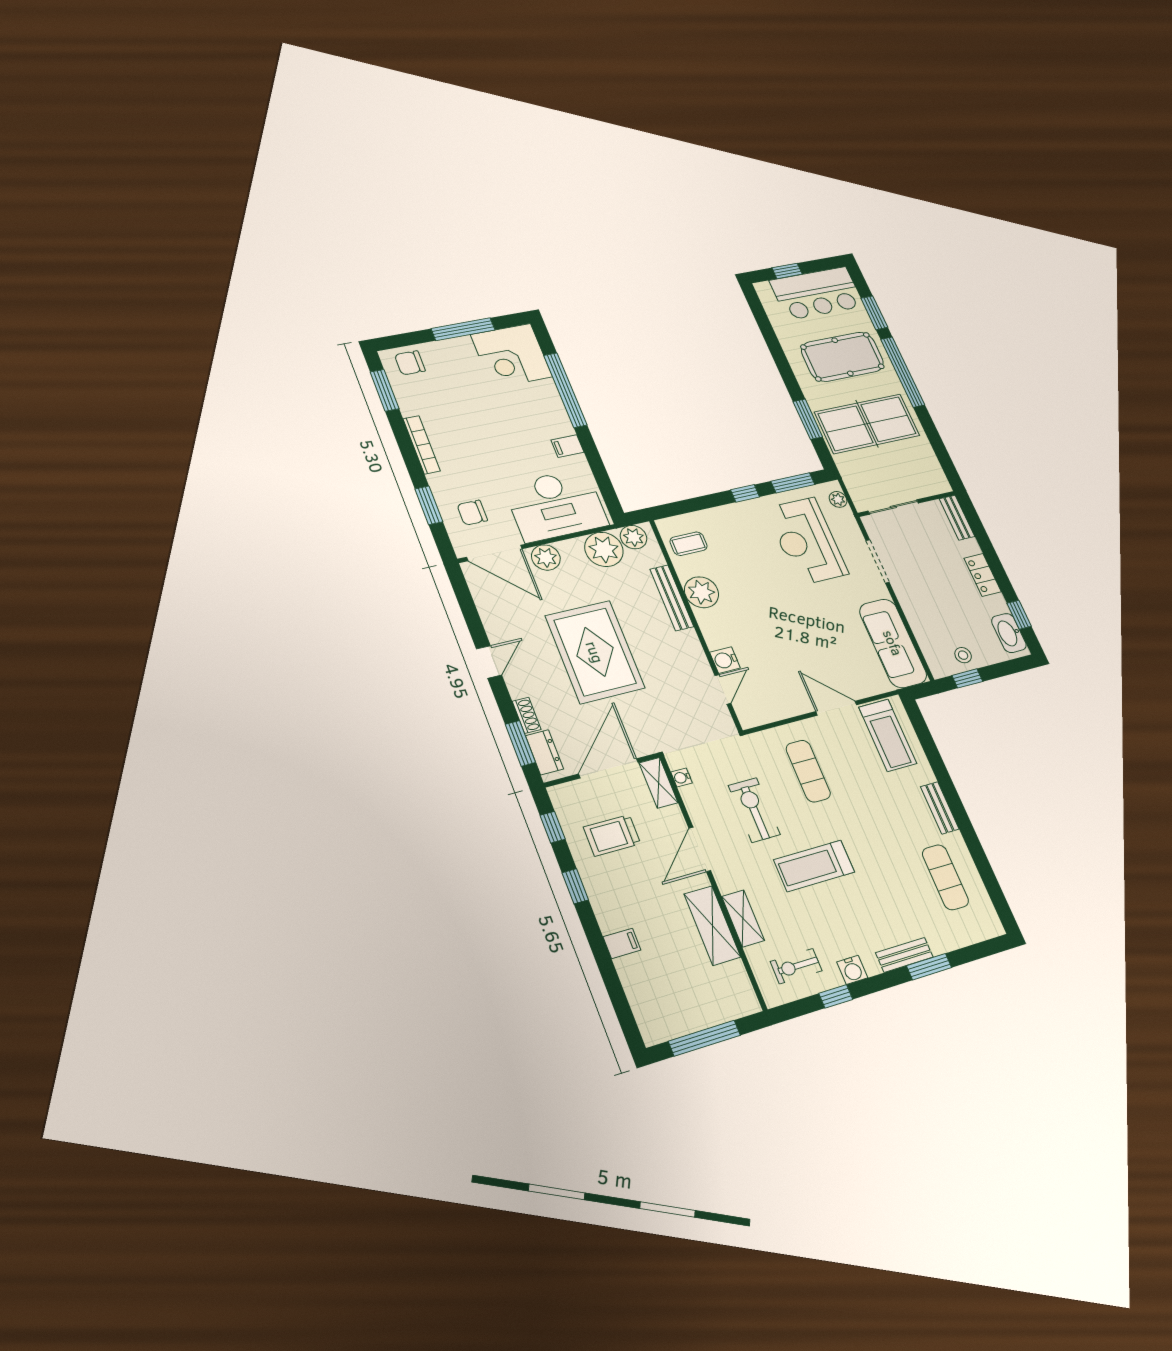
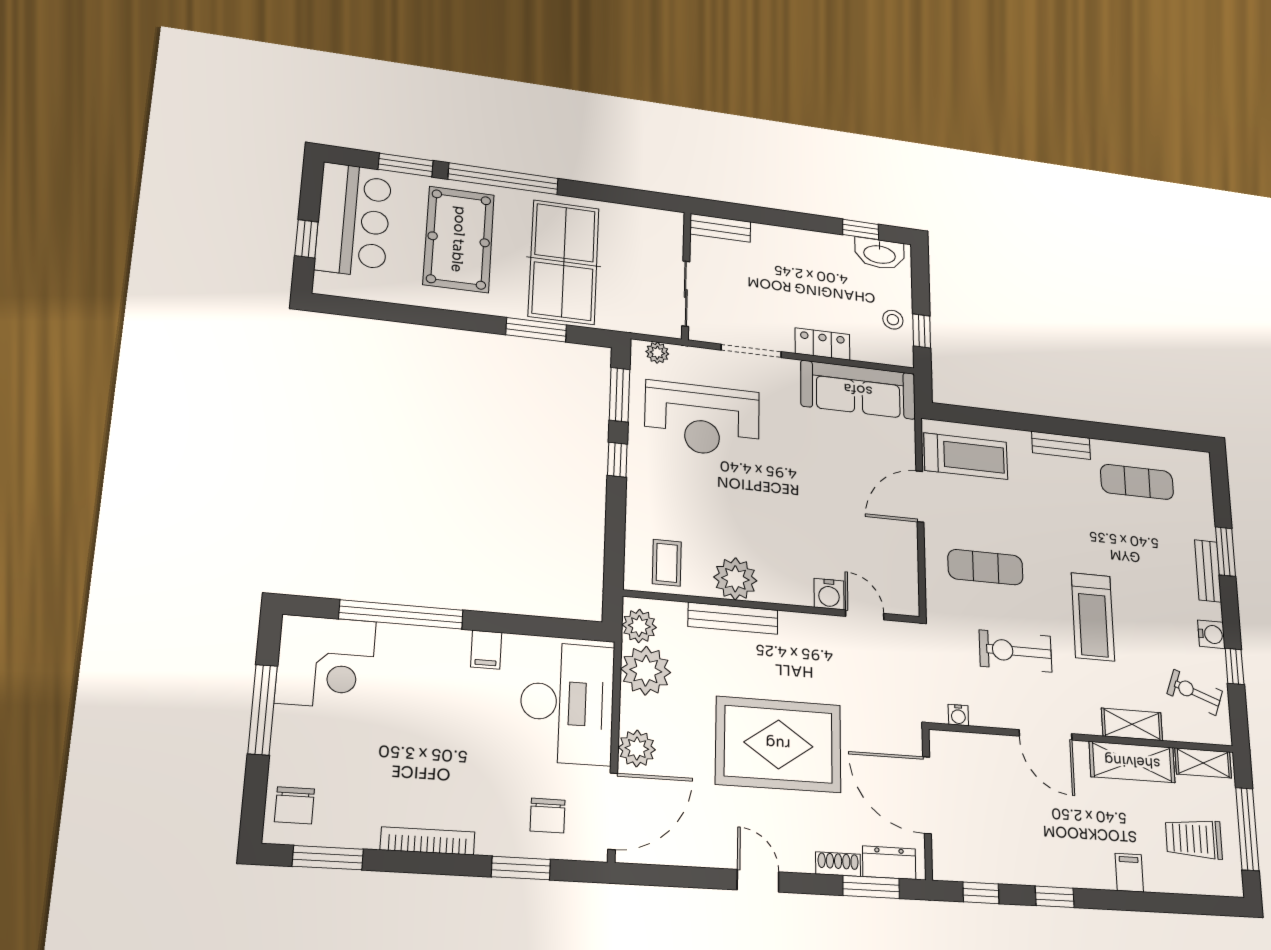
locker: (983, 575) -> (822, 344), moved, turned 180
shelving: (658, 783) -> (1203, 763), moved
trolley: (612, 835) -> (1194, 839), moved, turned 90
exercise bike: (796, 966) -> (1195, 692), turned 110

